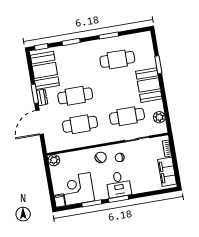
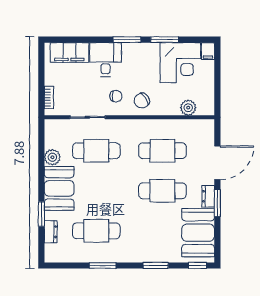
dresser: (150, 53) -> (51, 232), added
plant: (159, 117) -> (52, 157), moved
plant: (54, 160) -> (188, 108), moved
filing cabinet: (167, 172) -> (69, 52), moved, turned 90
desk: (119, 184) -> (106, 60), moved

